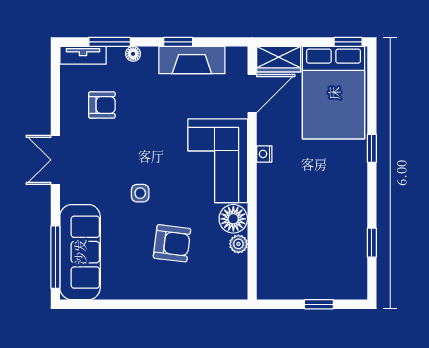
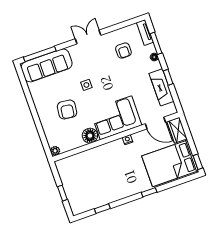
plant: (238, 244) -> (55, 151), moved

